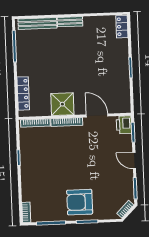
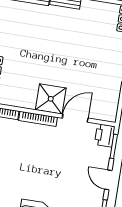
shower: (62, 104) -> (51, 99), moved
door: (97, 115) -> (75, 118), hinge flipped

